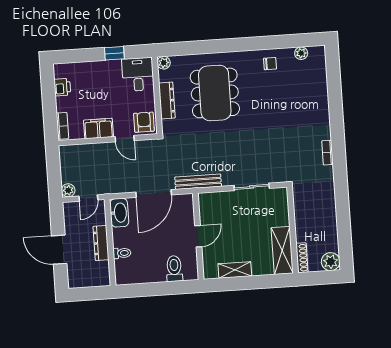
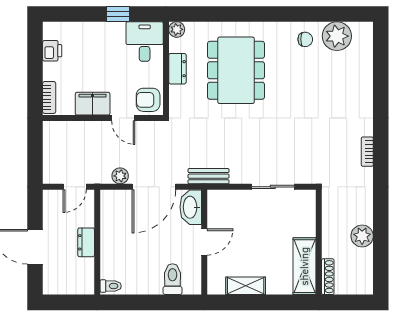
plant: (301, 53) -> (337, 36), width x1.87, depth x1.87
dresser: (167, 100) -> (177, 69), width x0.70
armchair: (144, 122) -> (148, 100), turned -90
bench: (198, 182) -> (209, 176), width x0.73
plant: (68, 190) -> (120, 176), moved
washbasin: (119, 213) -> (191, 207), moved, turned 180
dresser: (101, 243) -> (86, 242), width x0.70
toilet: (122, 253) -> (111, 286), moved
plant: (331, 262) -> (362, 236), moved

